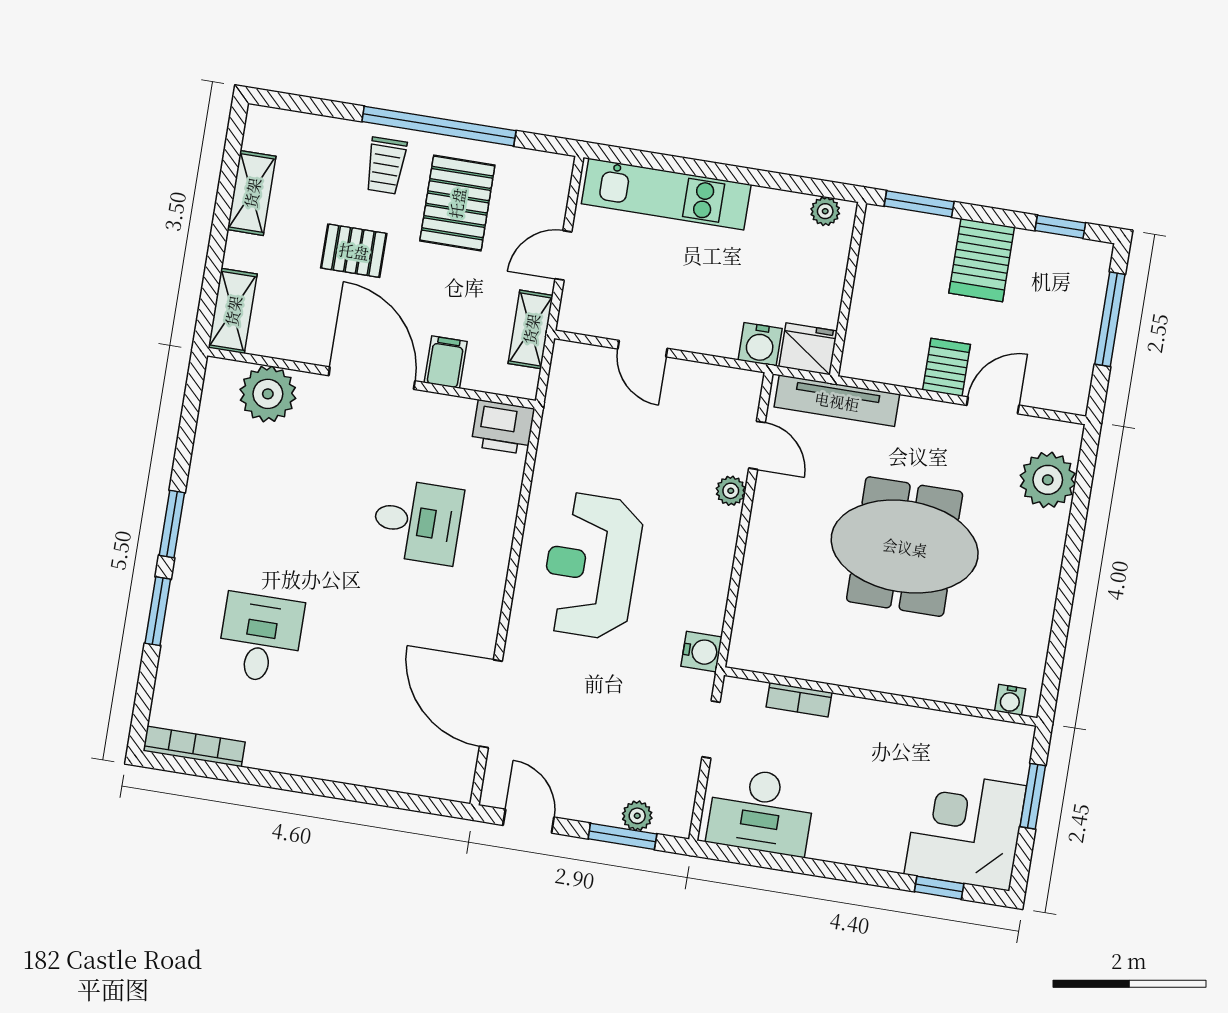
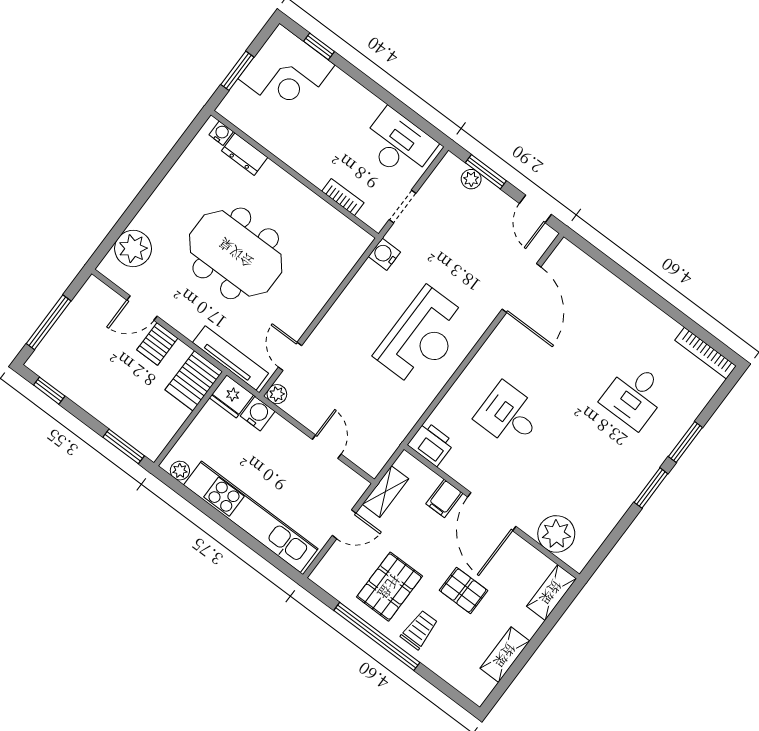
kitchen unit: (666, 194) -> (251, 517), width x1.36
server rack: (982, 260) -> (194, 381), moved, turned 180
plant: (731, 491) -> (277, 394), moved
dresser: (963, 688) -> (245, 154), added

